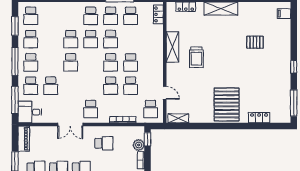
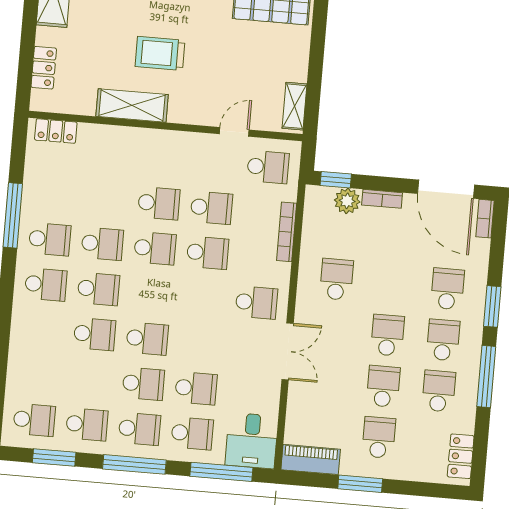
school desk: (131, 16) -> (143, 384), moved
trolley: (196, 57) -> (160, 53), turned 180

